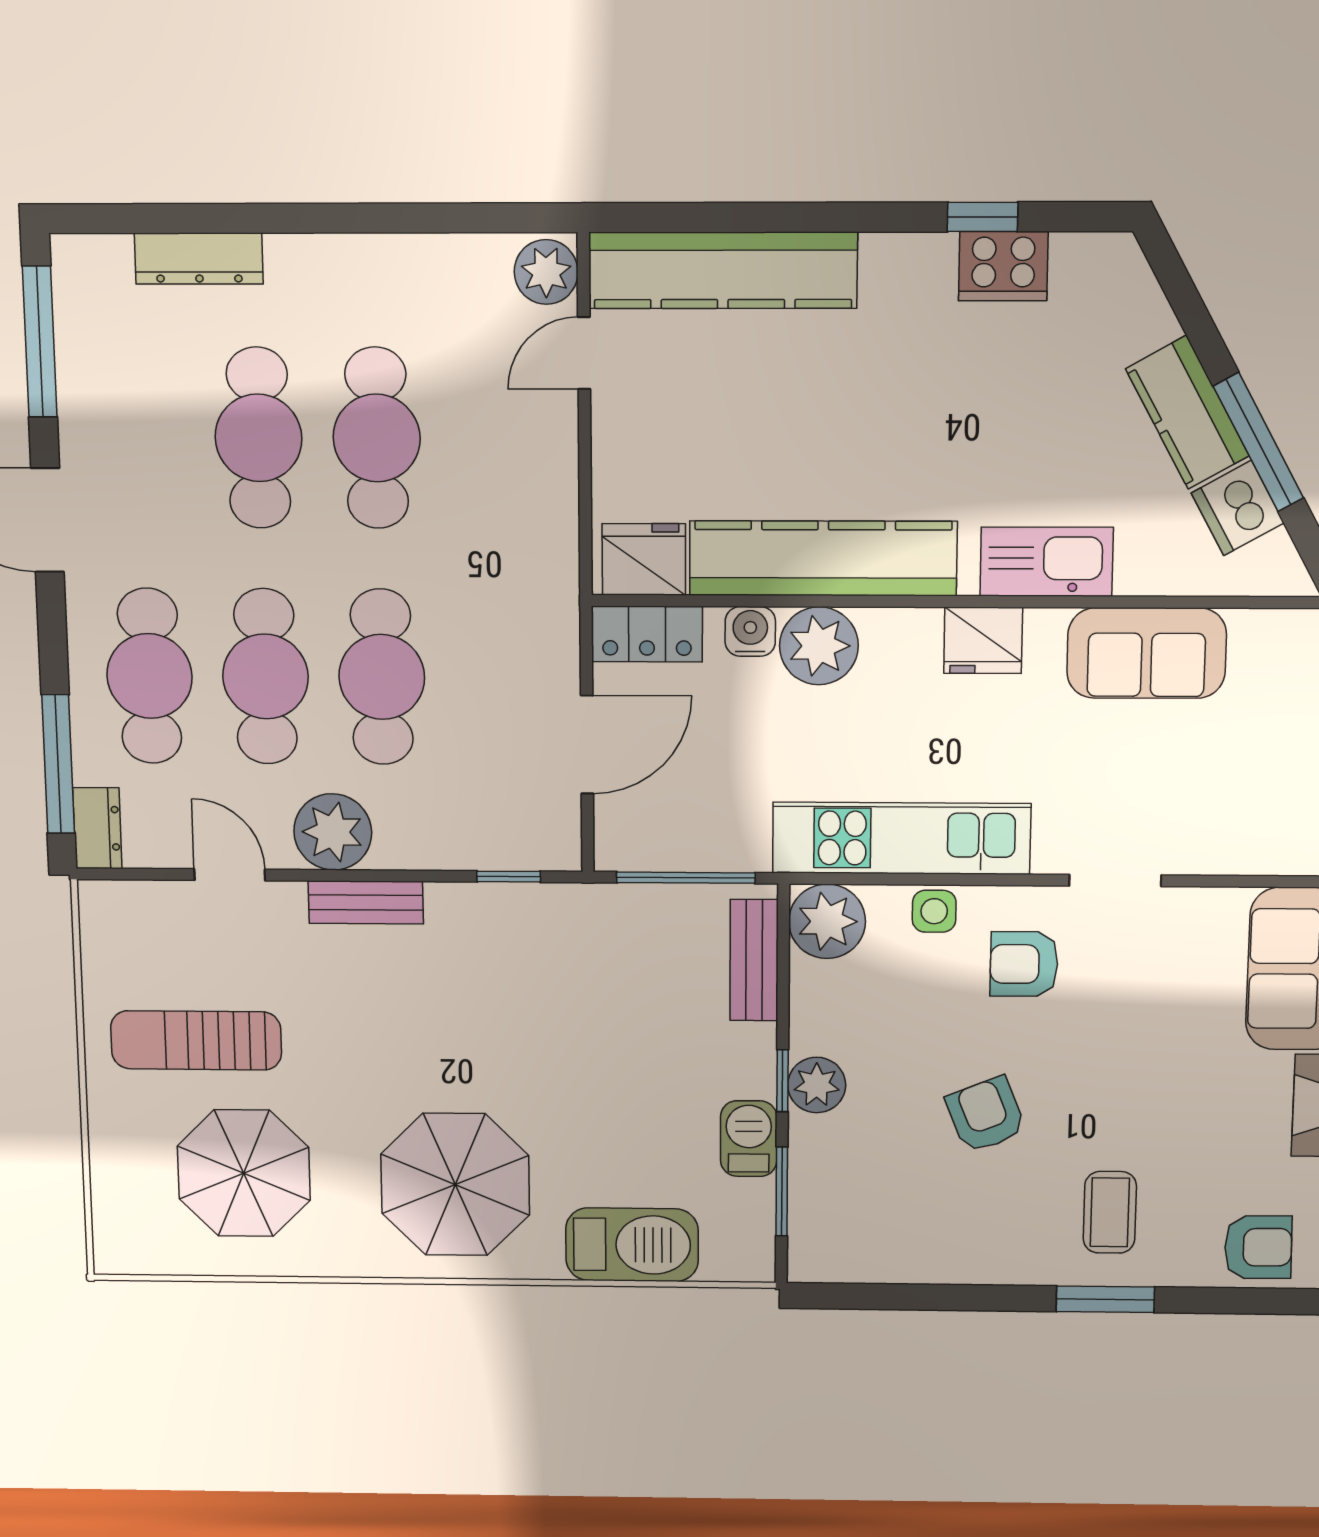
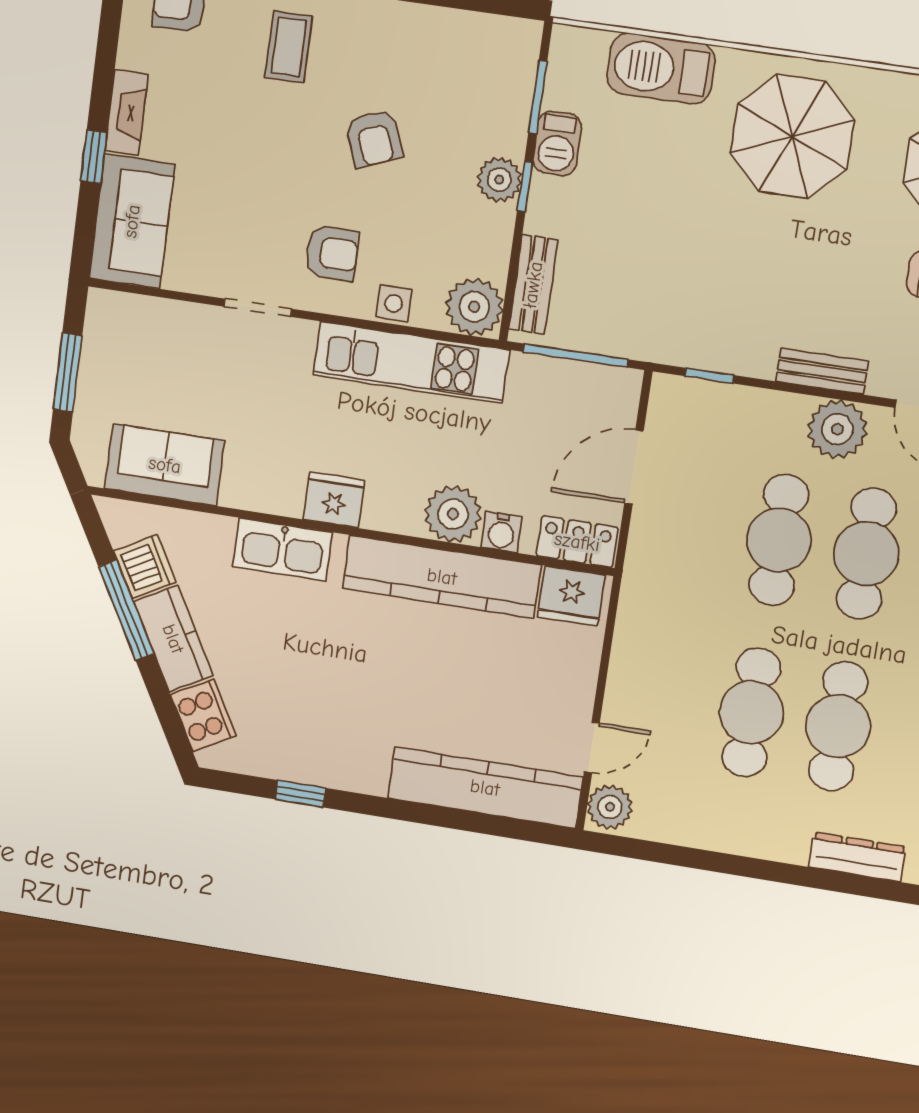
cooker: (1003, 266) -> (203, 715), moved, turned 61
sofa: (1147, 653) -> (165, 465), moved

